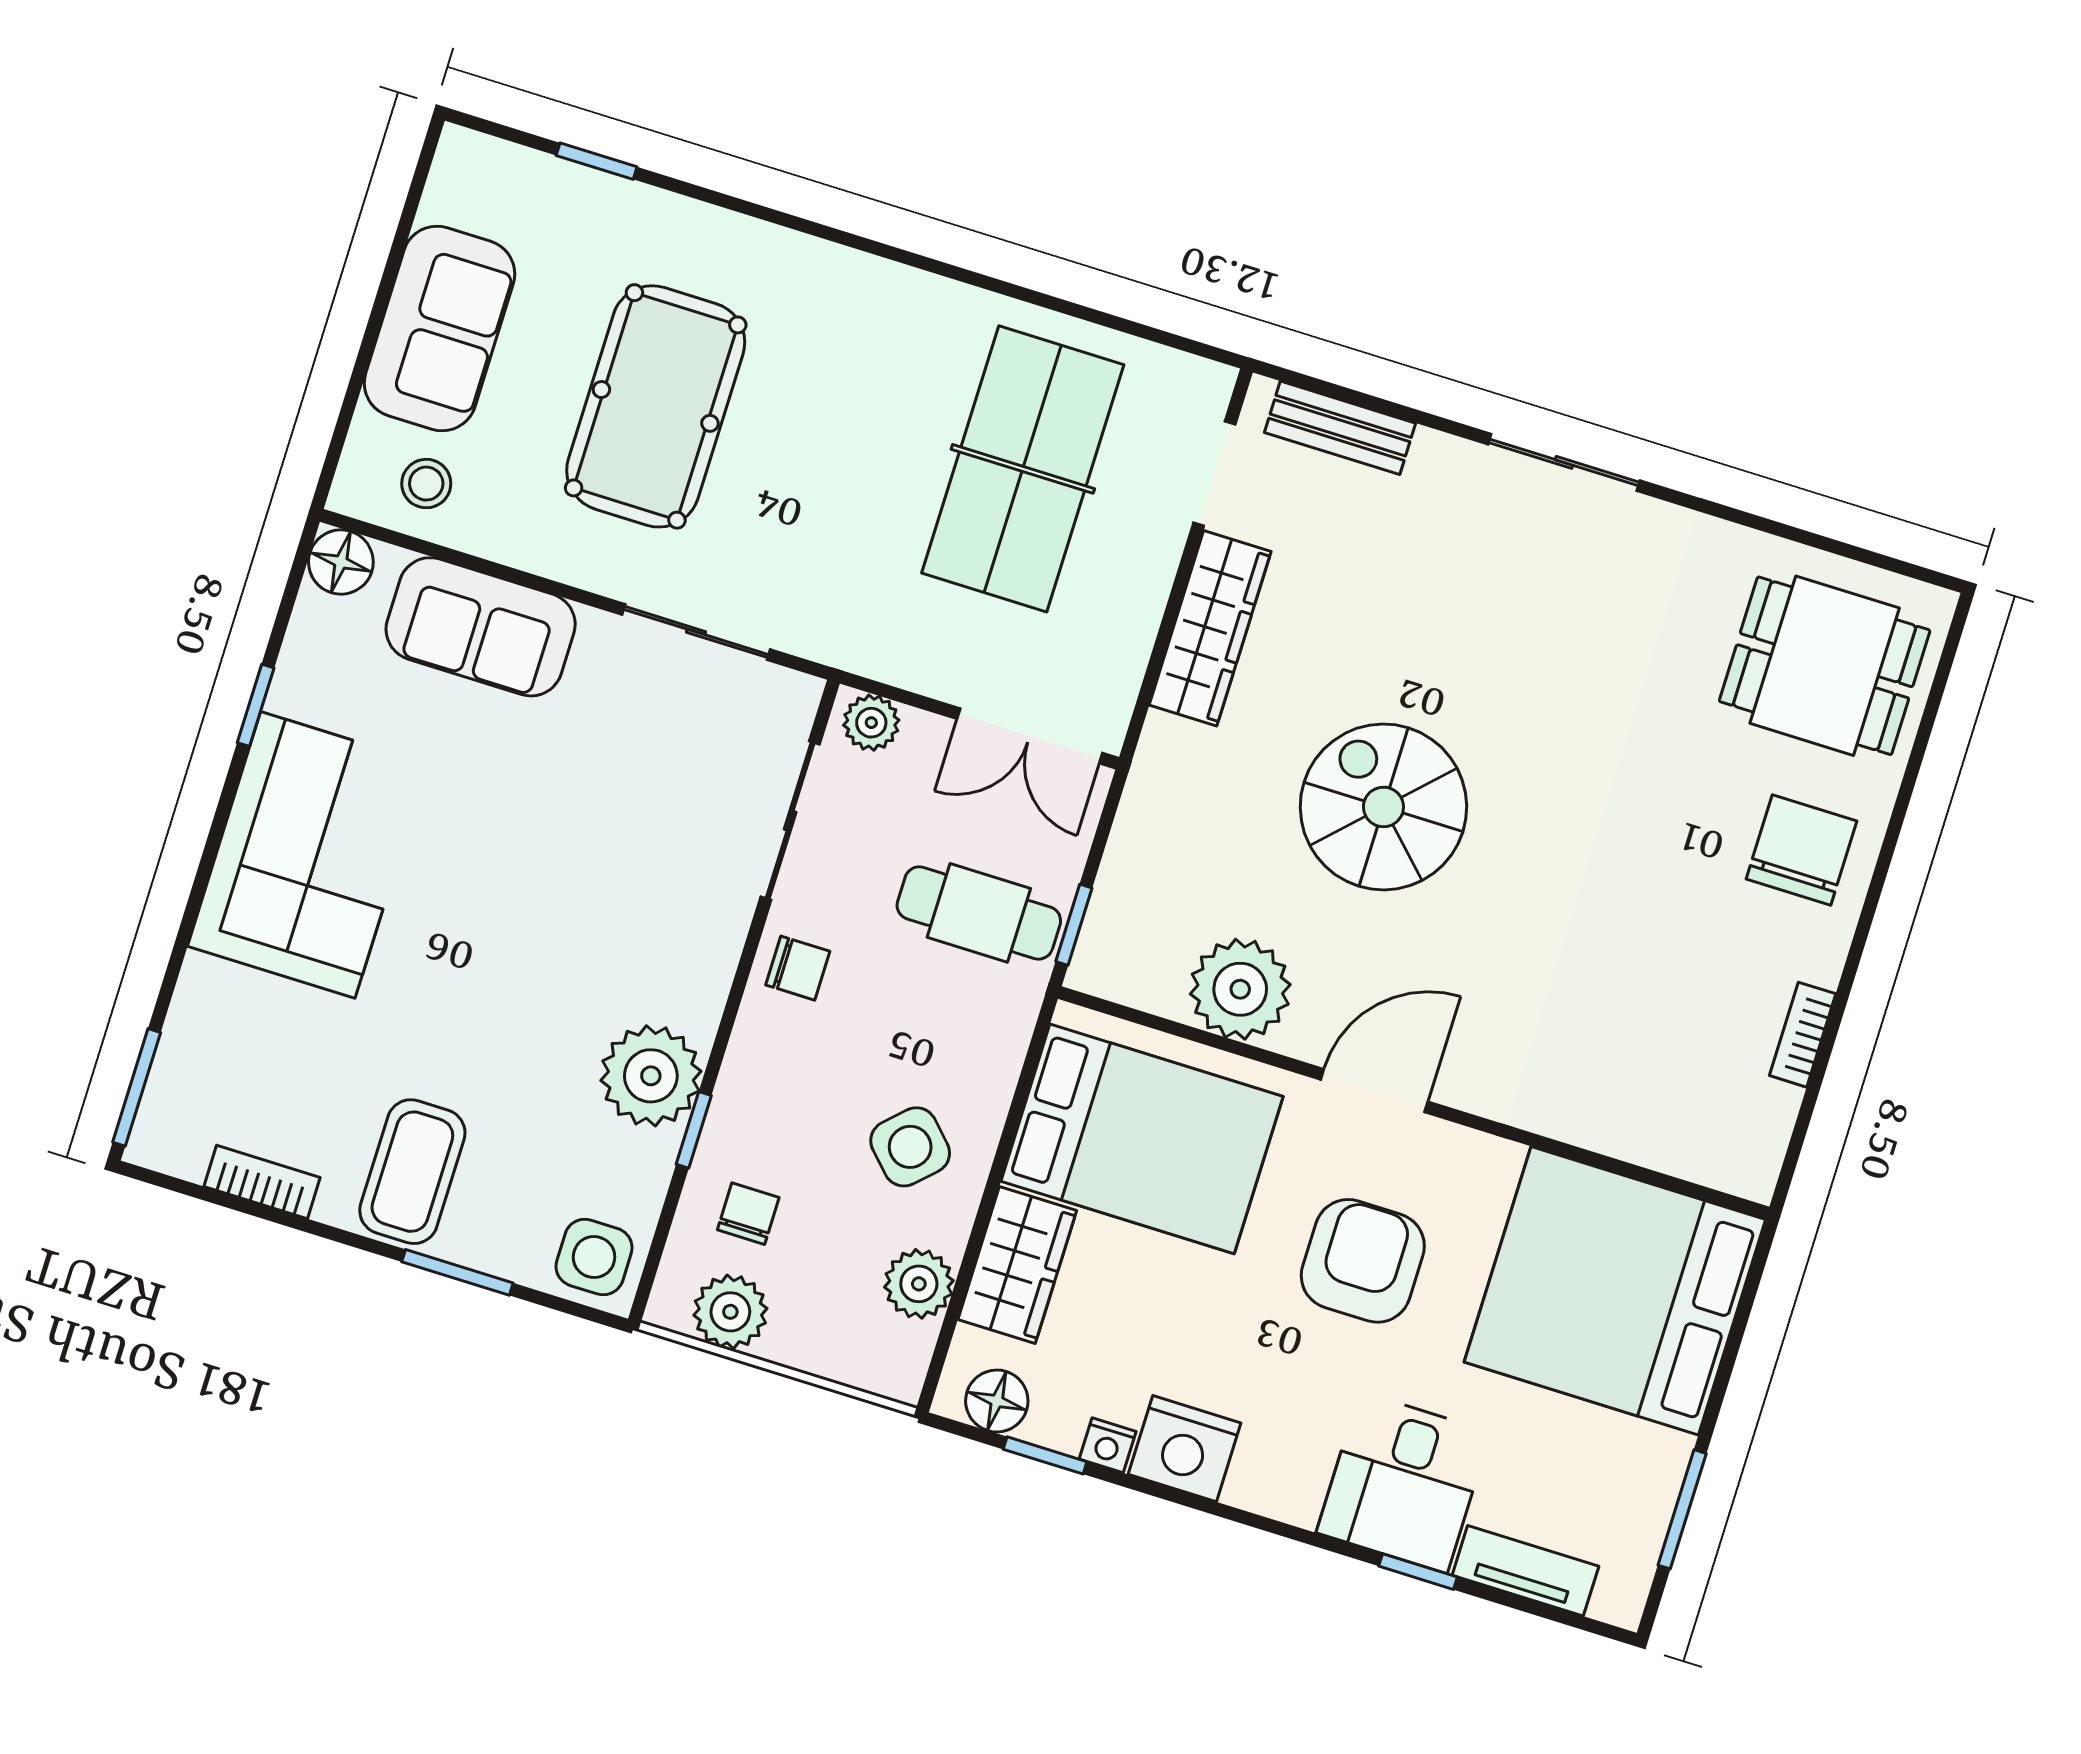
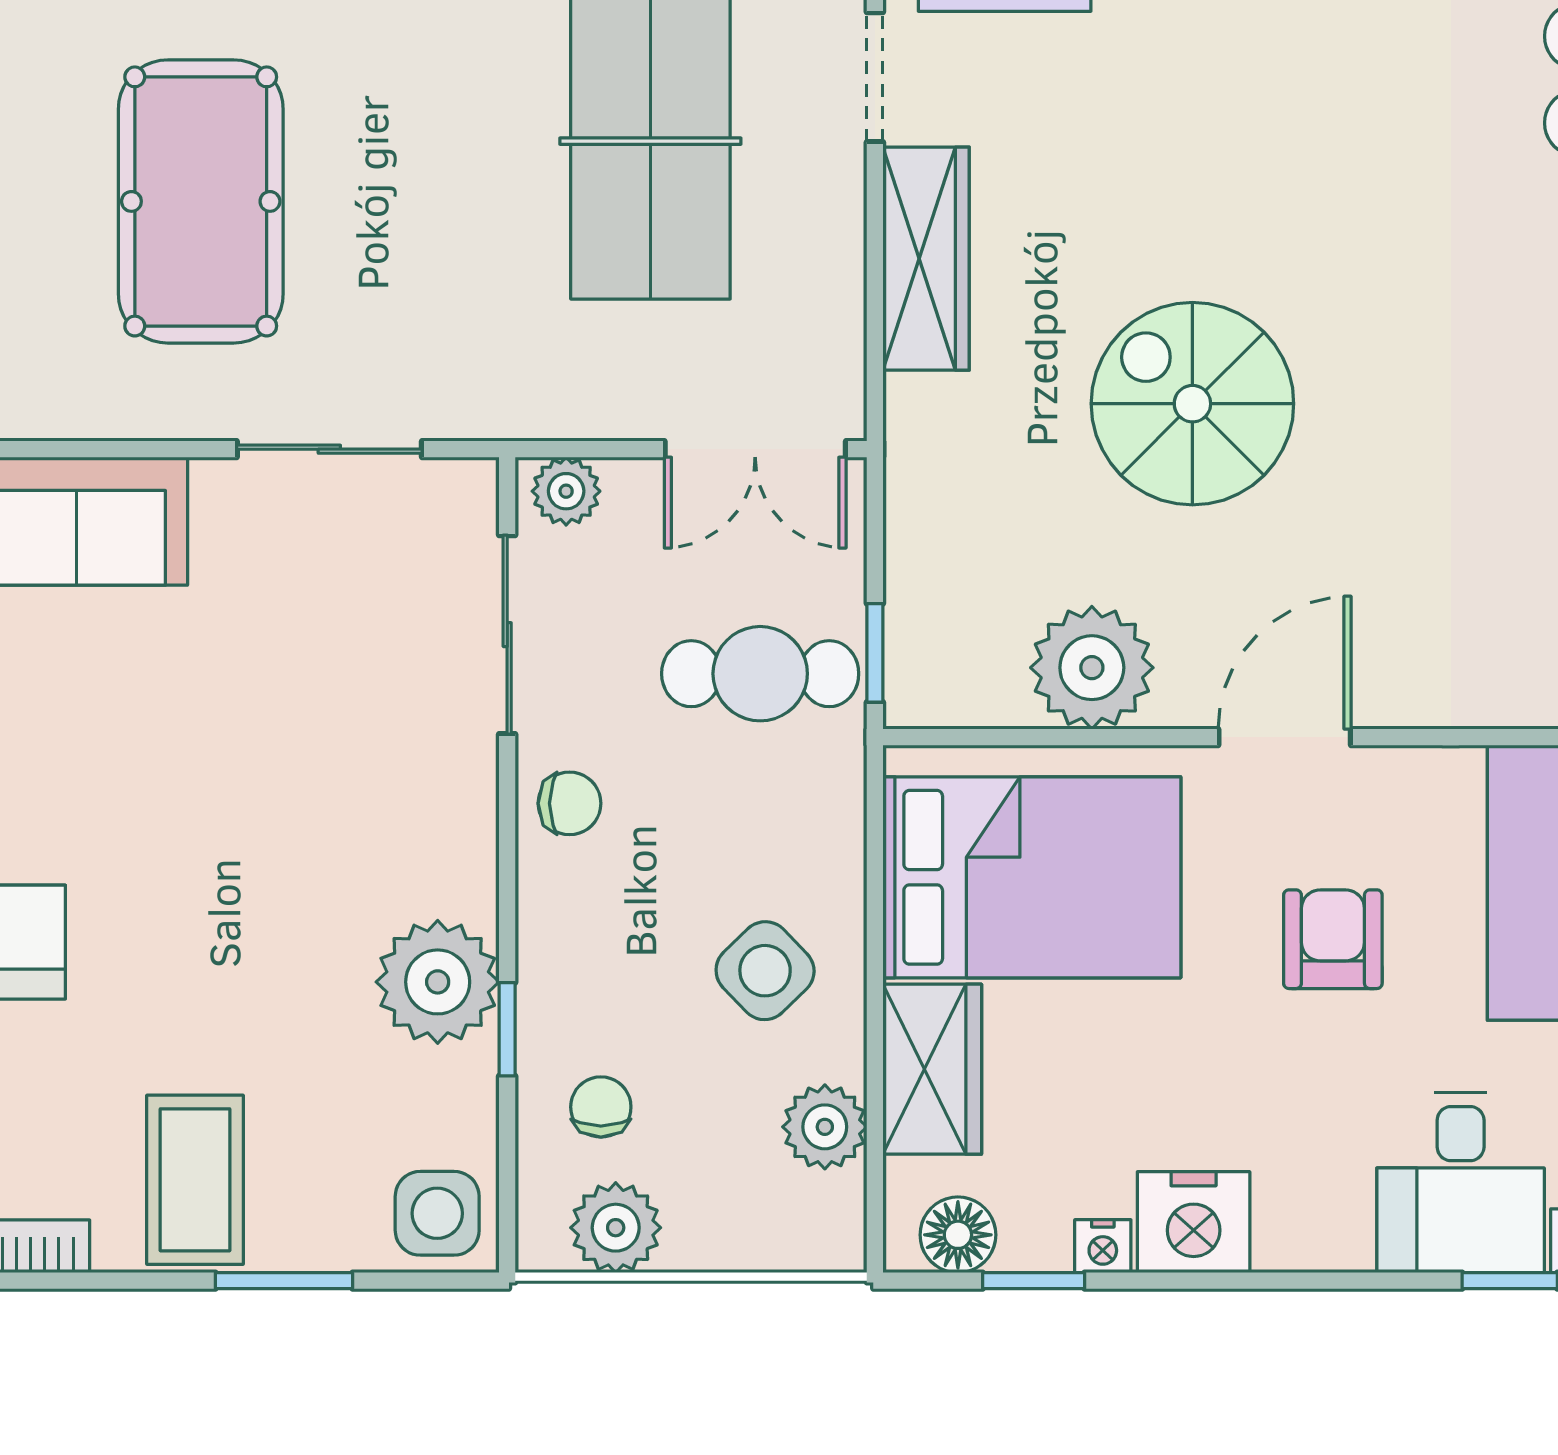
armchair: (1363, 1261) -> (1333, 939), width x0.72, depth x0.72

